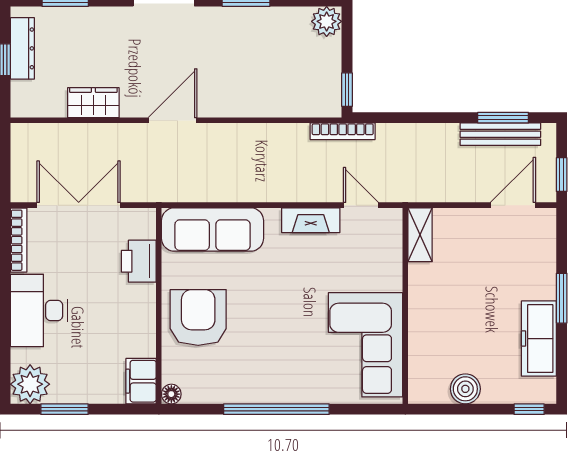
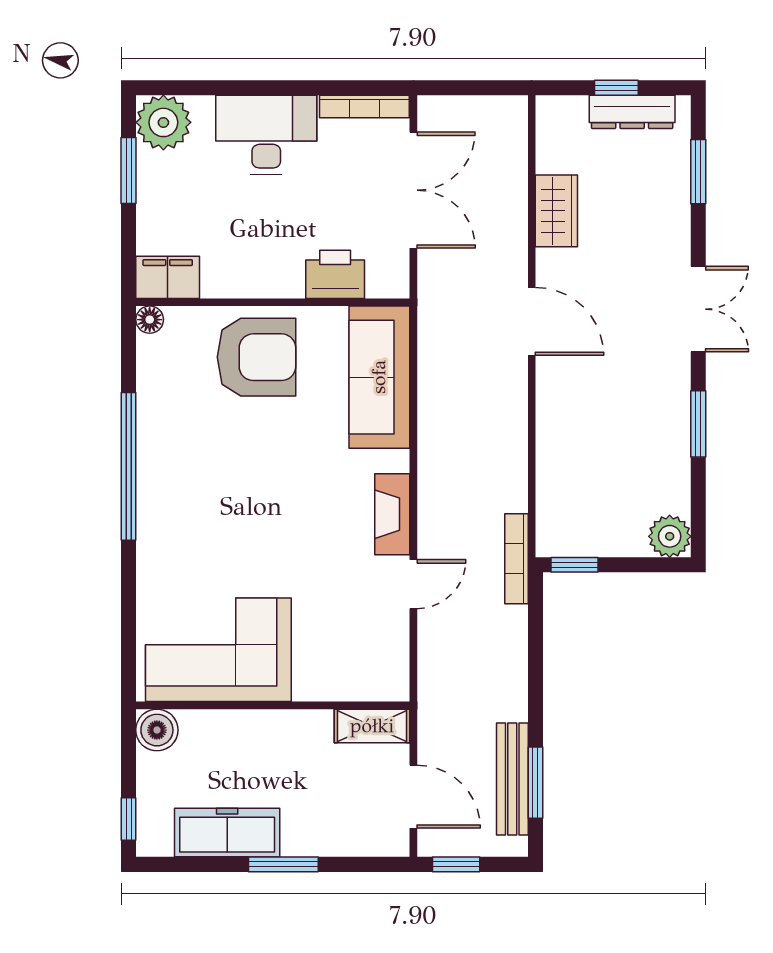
shelving: (420, 235) -> (372, 726), moved
wall: (405, 306) -> (273, 705), moved
corner sofa: (365, 345) -> (218, 650), moved

